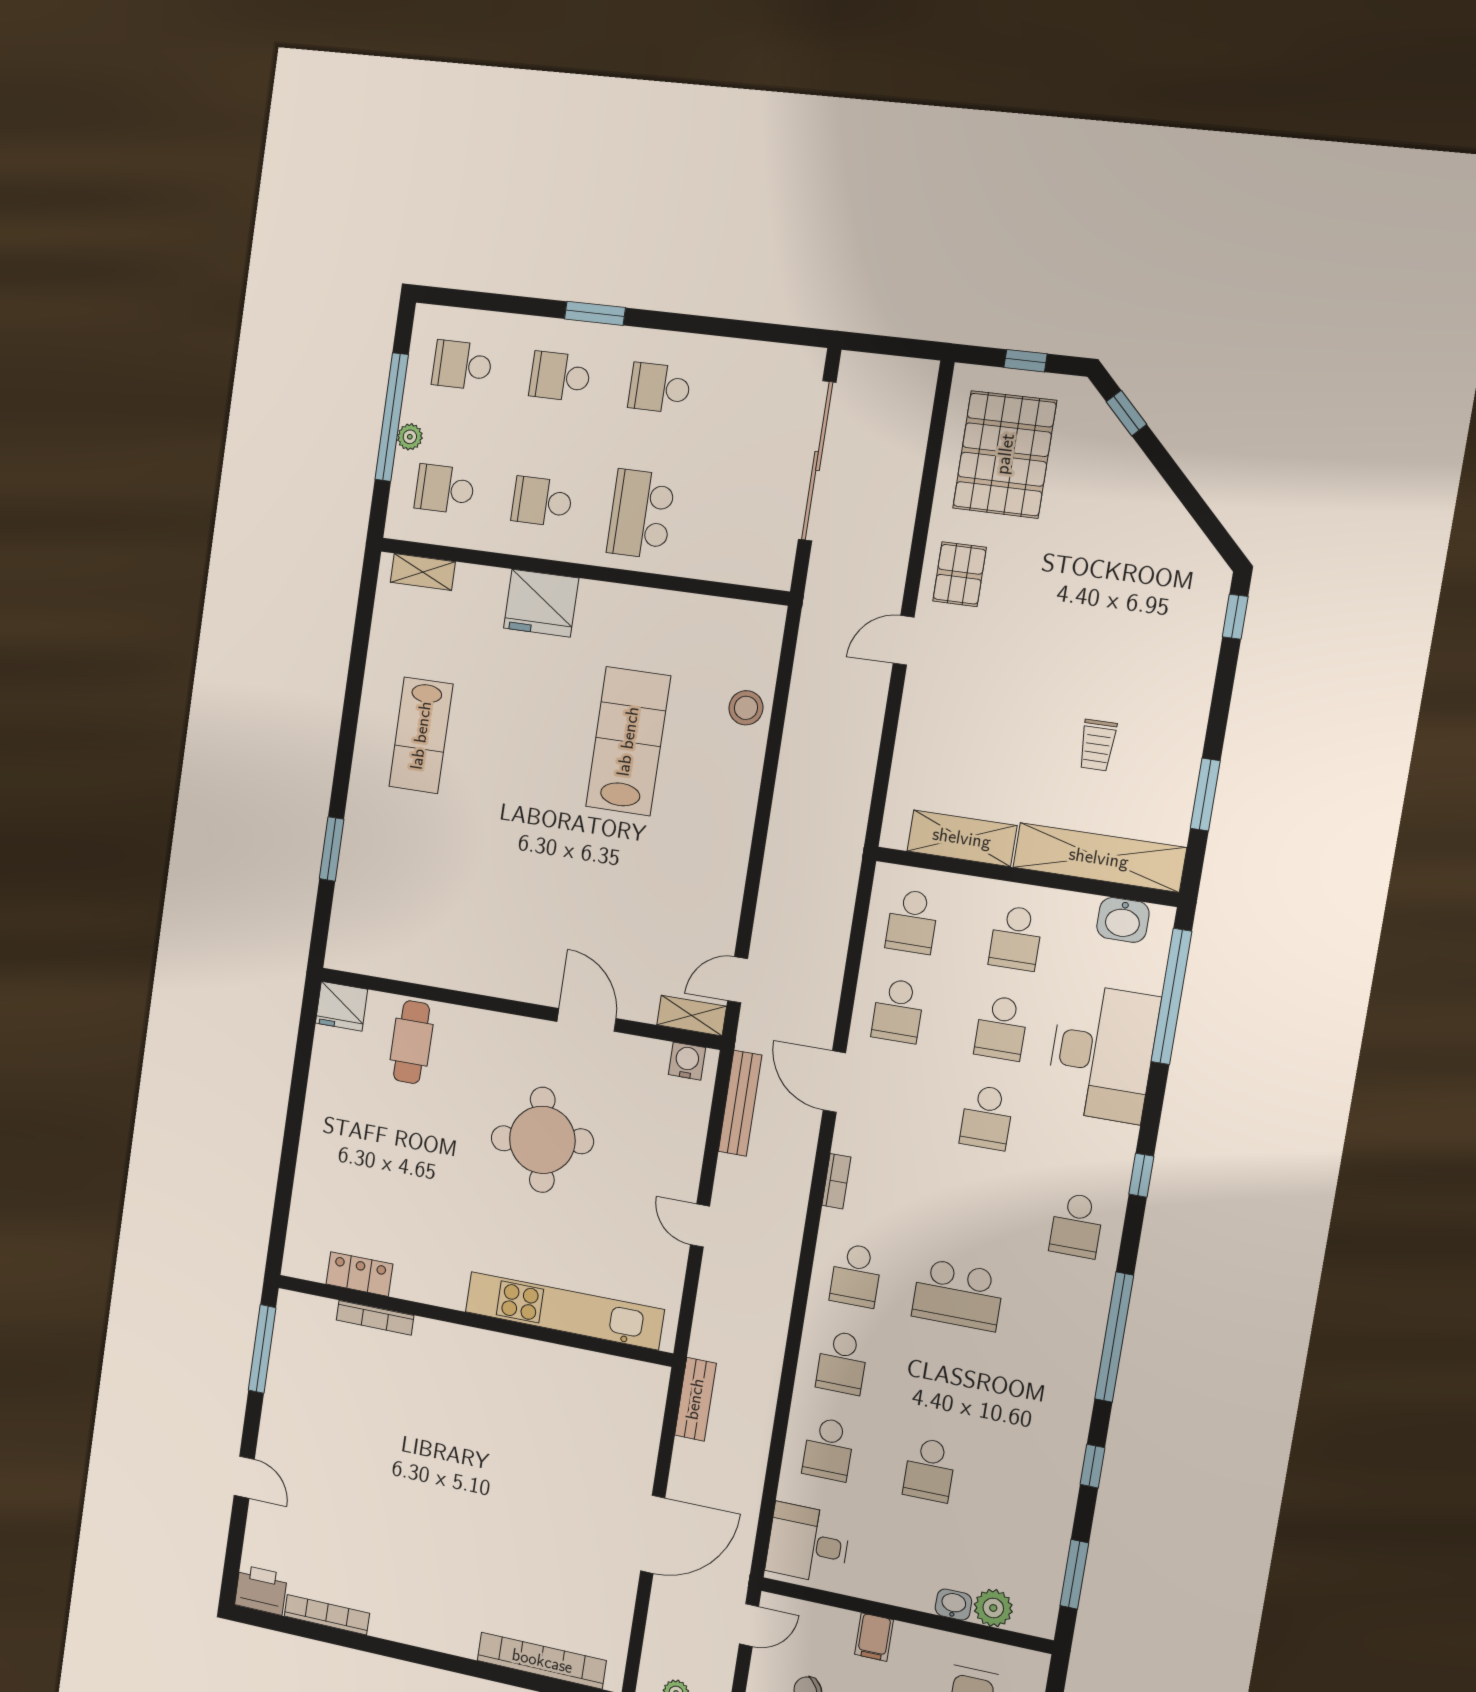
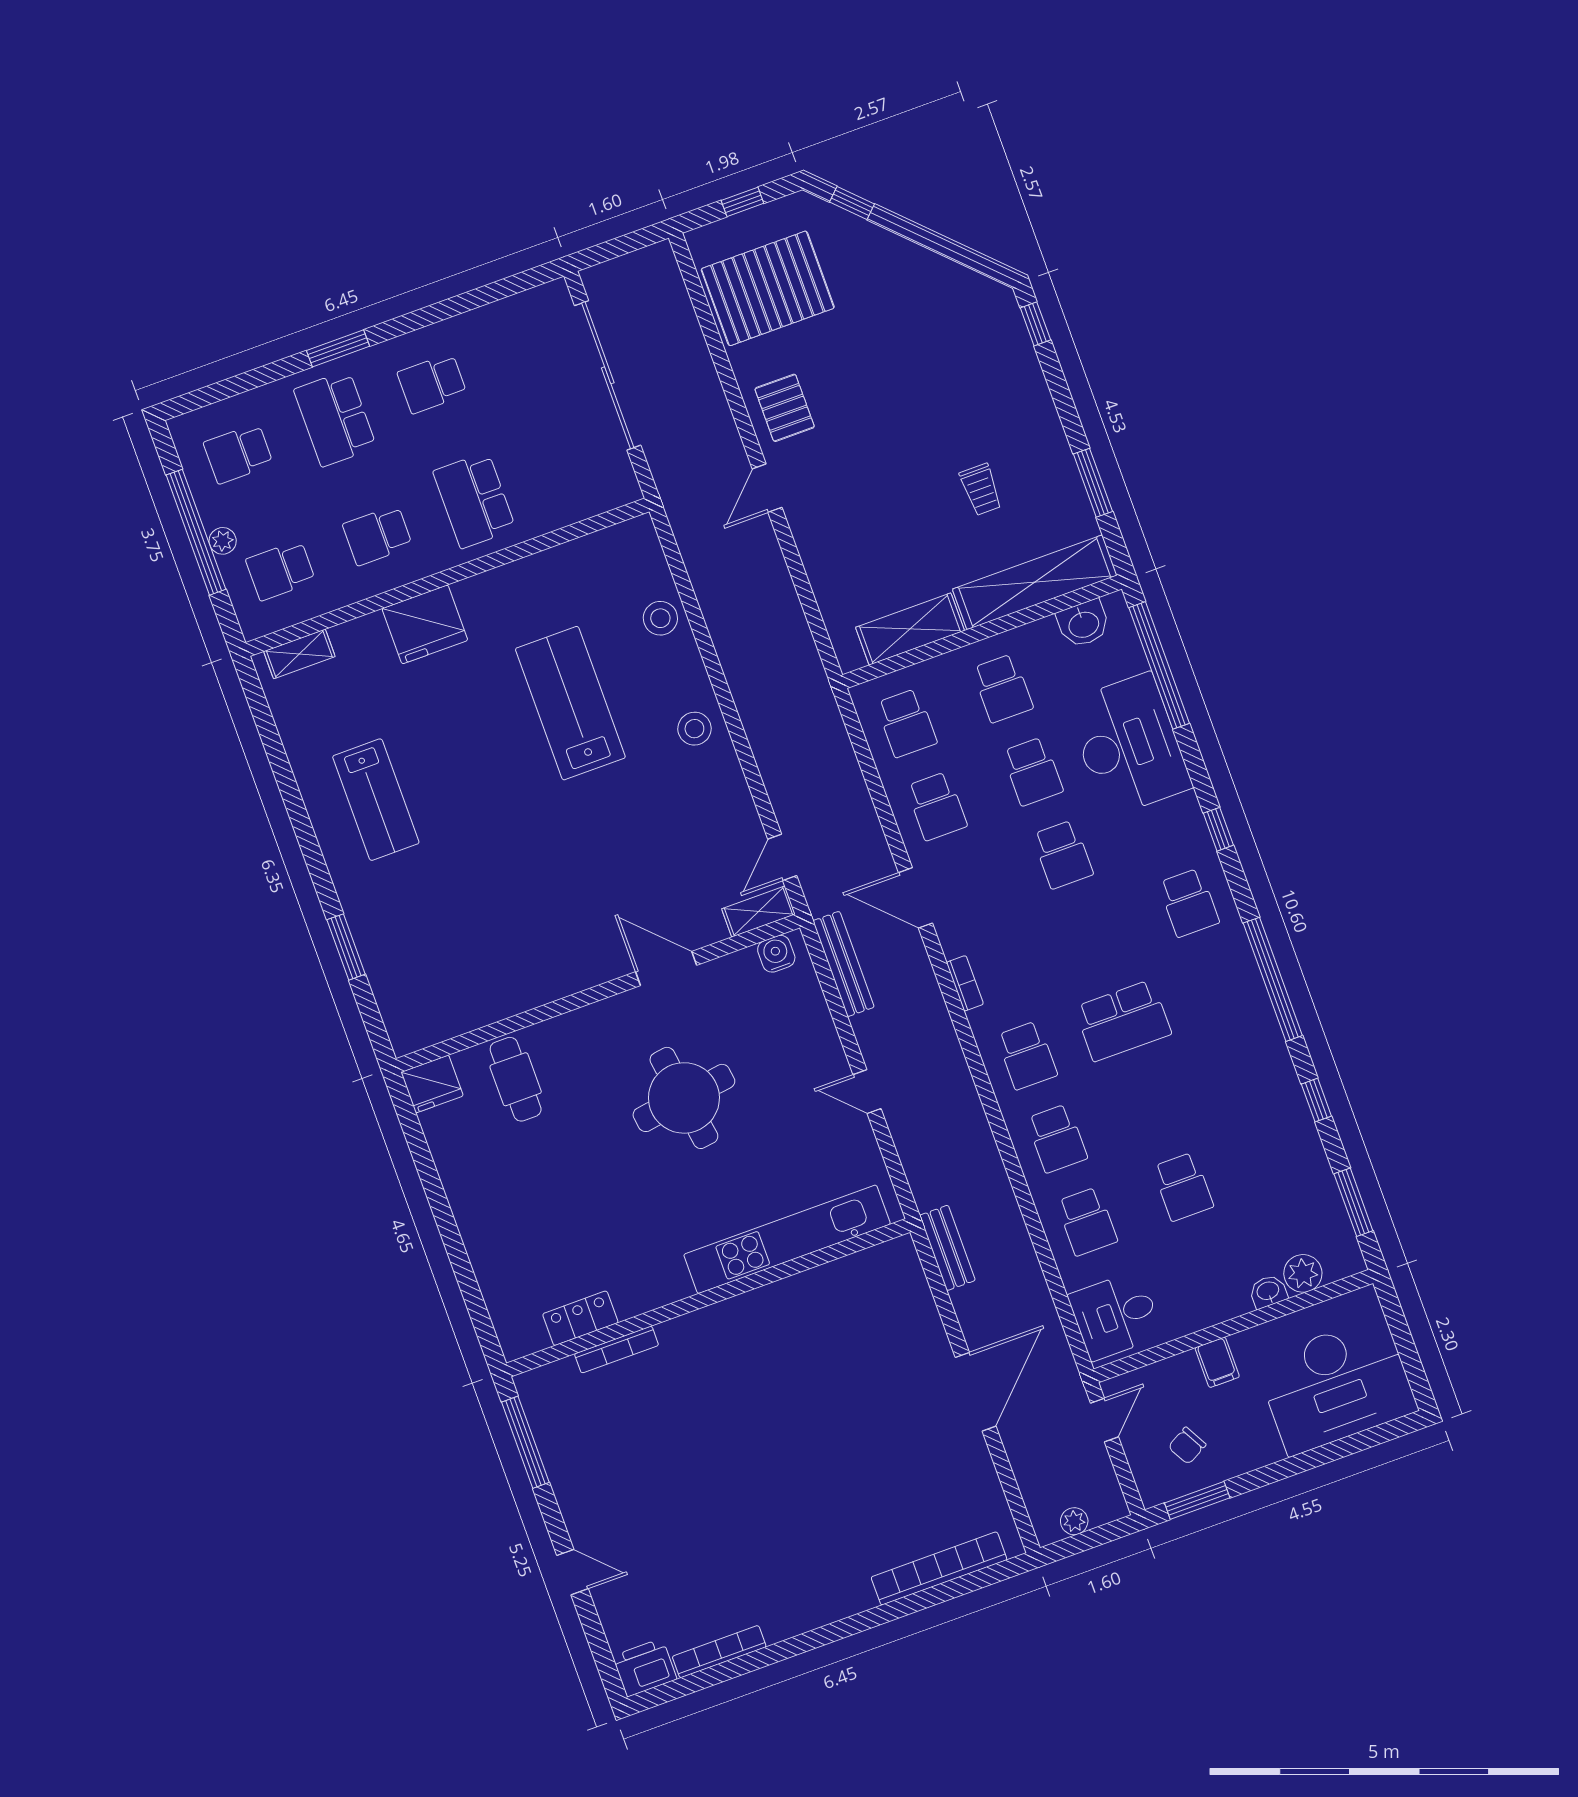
school desk: (560, 376) -> (335, 418), width x1.85
pallet: (1005, 454) -> (768, 288), turned 90
stool: (723, 823) -> (694, 729), added

